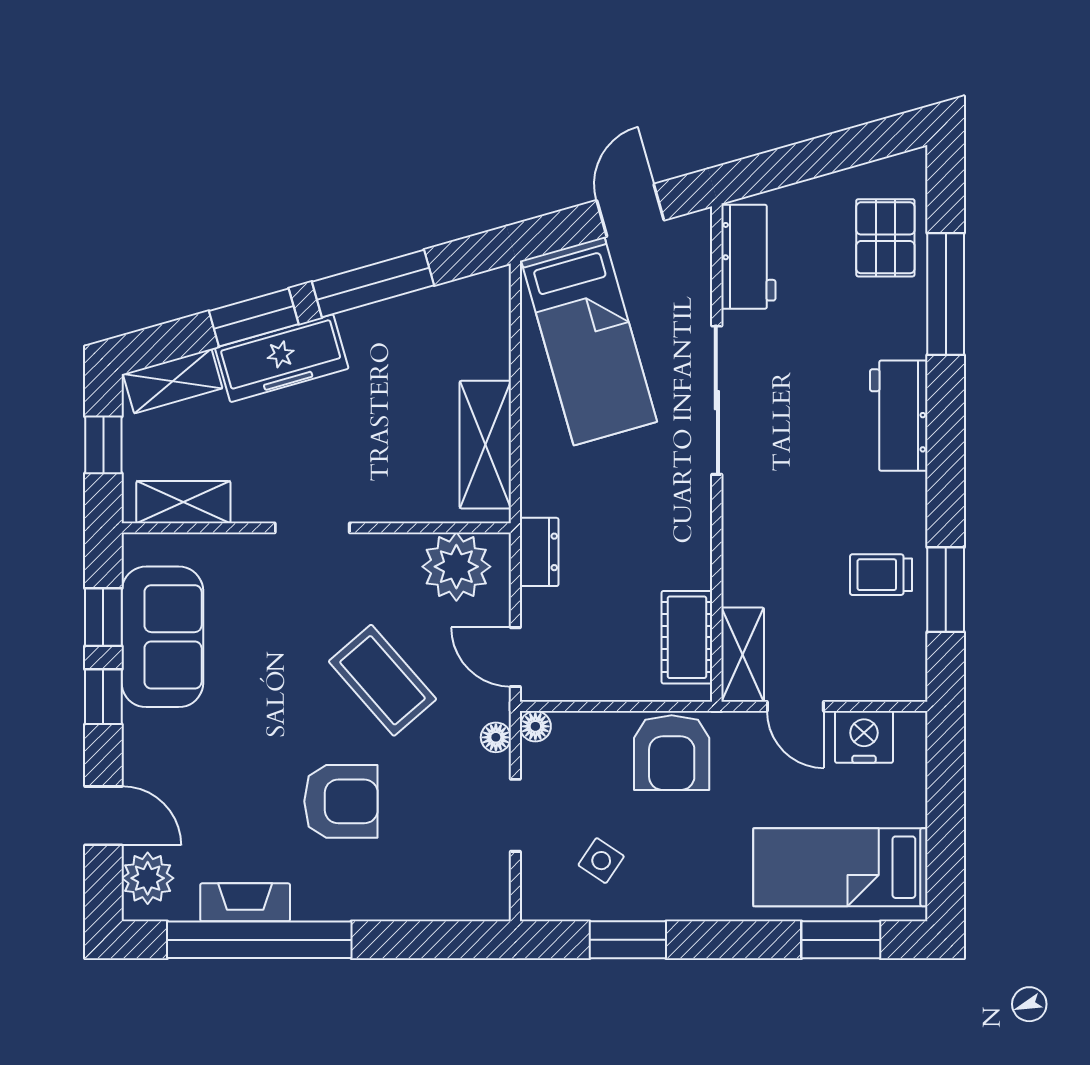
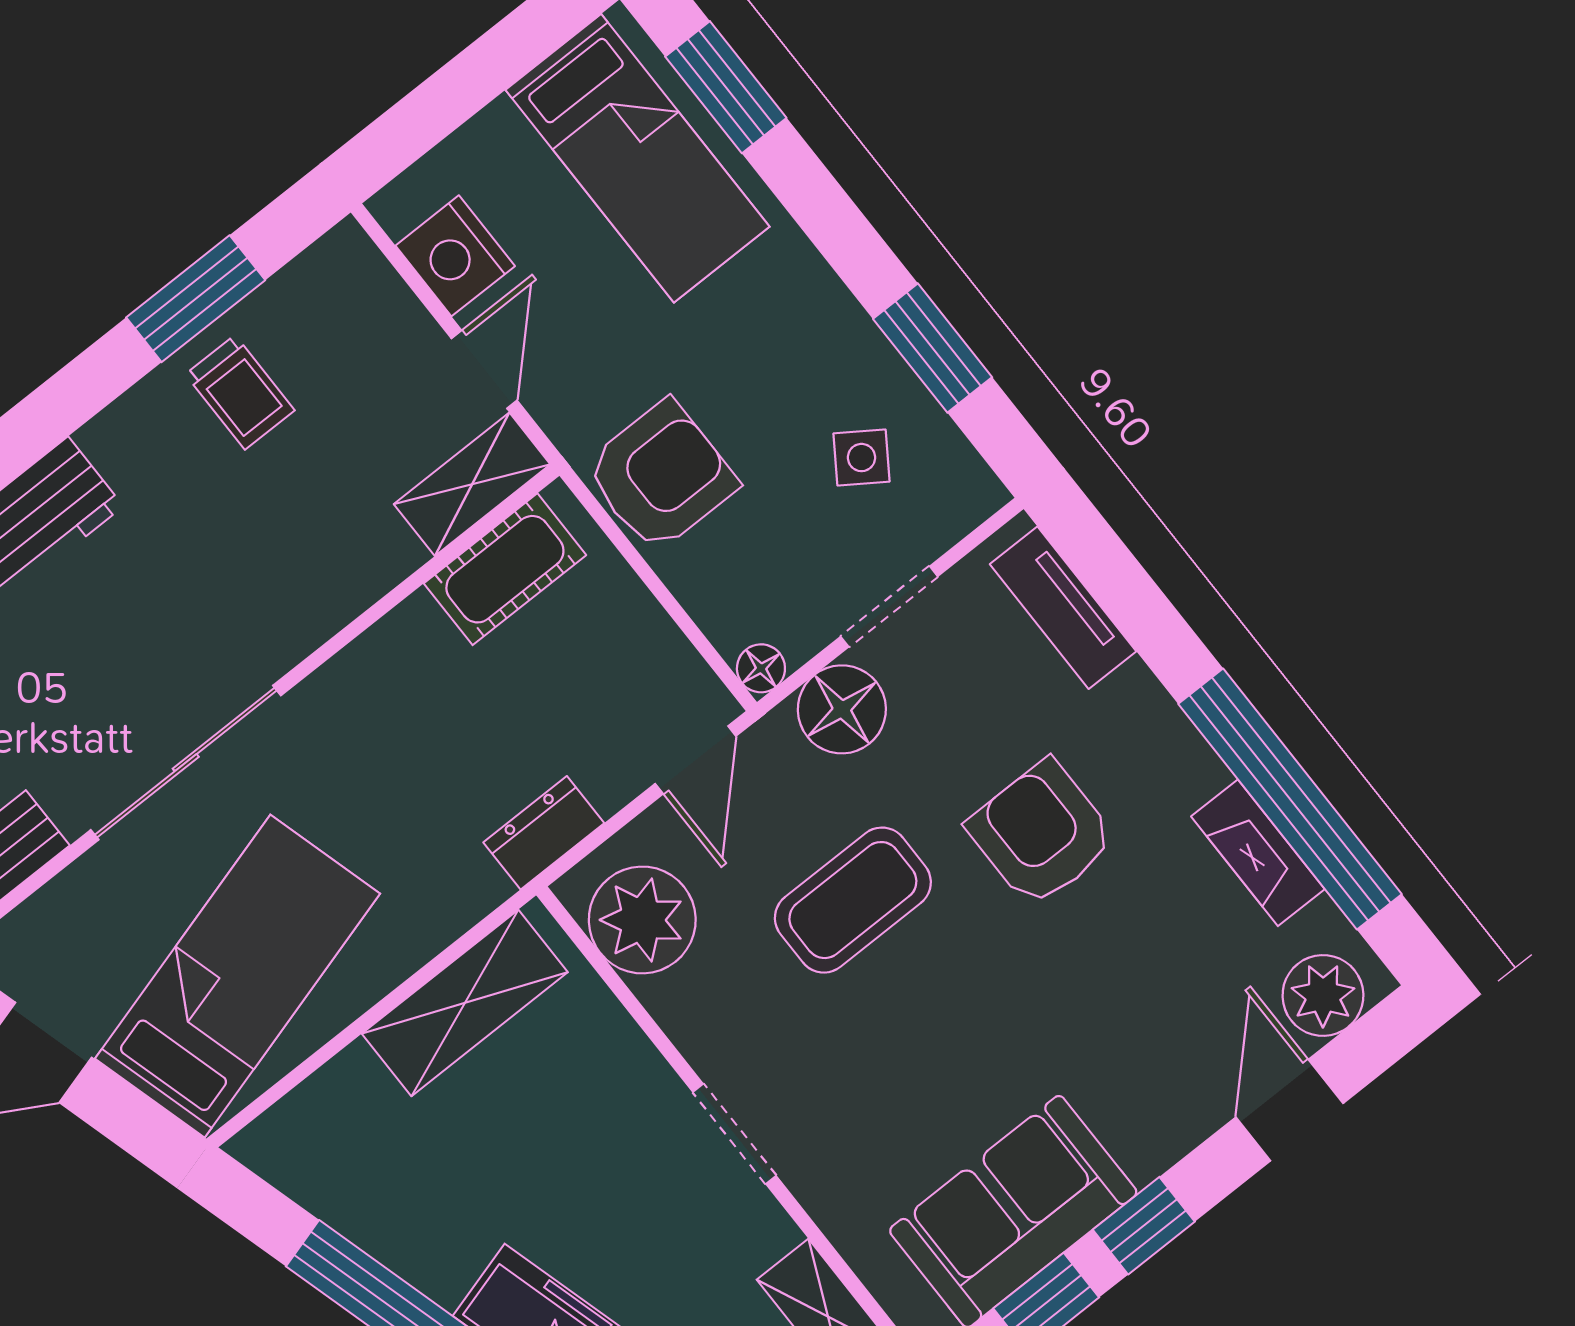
coffee table: (383, 680) -> (853, 900), turned 41
floor lamp: (496, 737) -> (842, 709), width x1.89, depth x1.89
tv unit: (446, 902) -> (1063, 608), added

